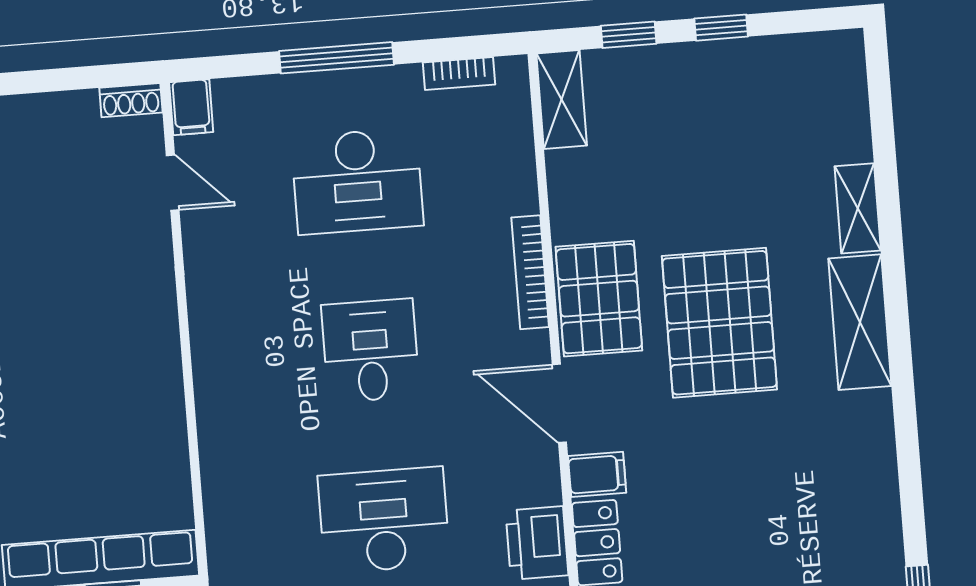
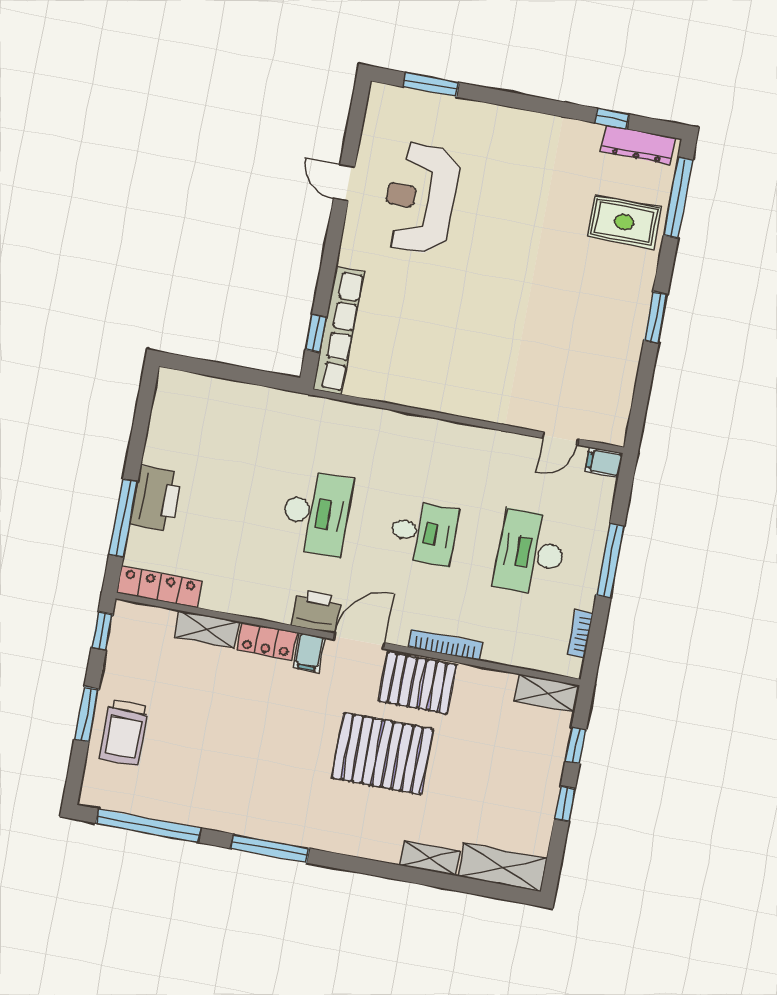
shoe rack: (131, 100) -> (618, 426), removed
shelving: (860, 322) -> (502, 867), moved
window: (908, 454) -> (270, 848), added
printer: (537, 543) -> (316, 611), moved

